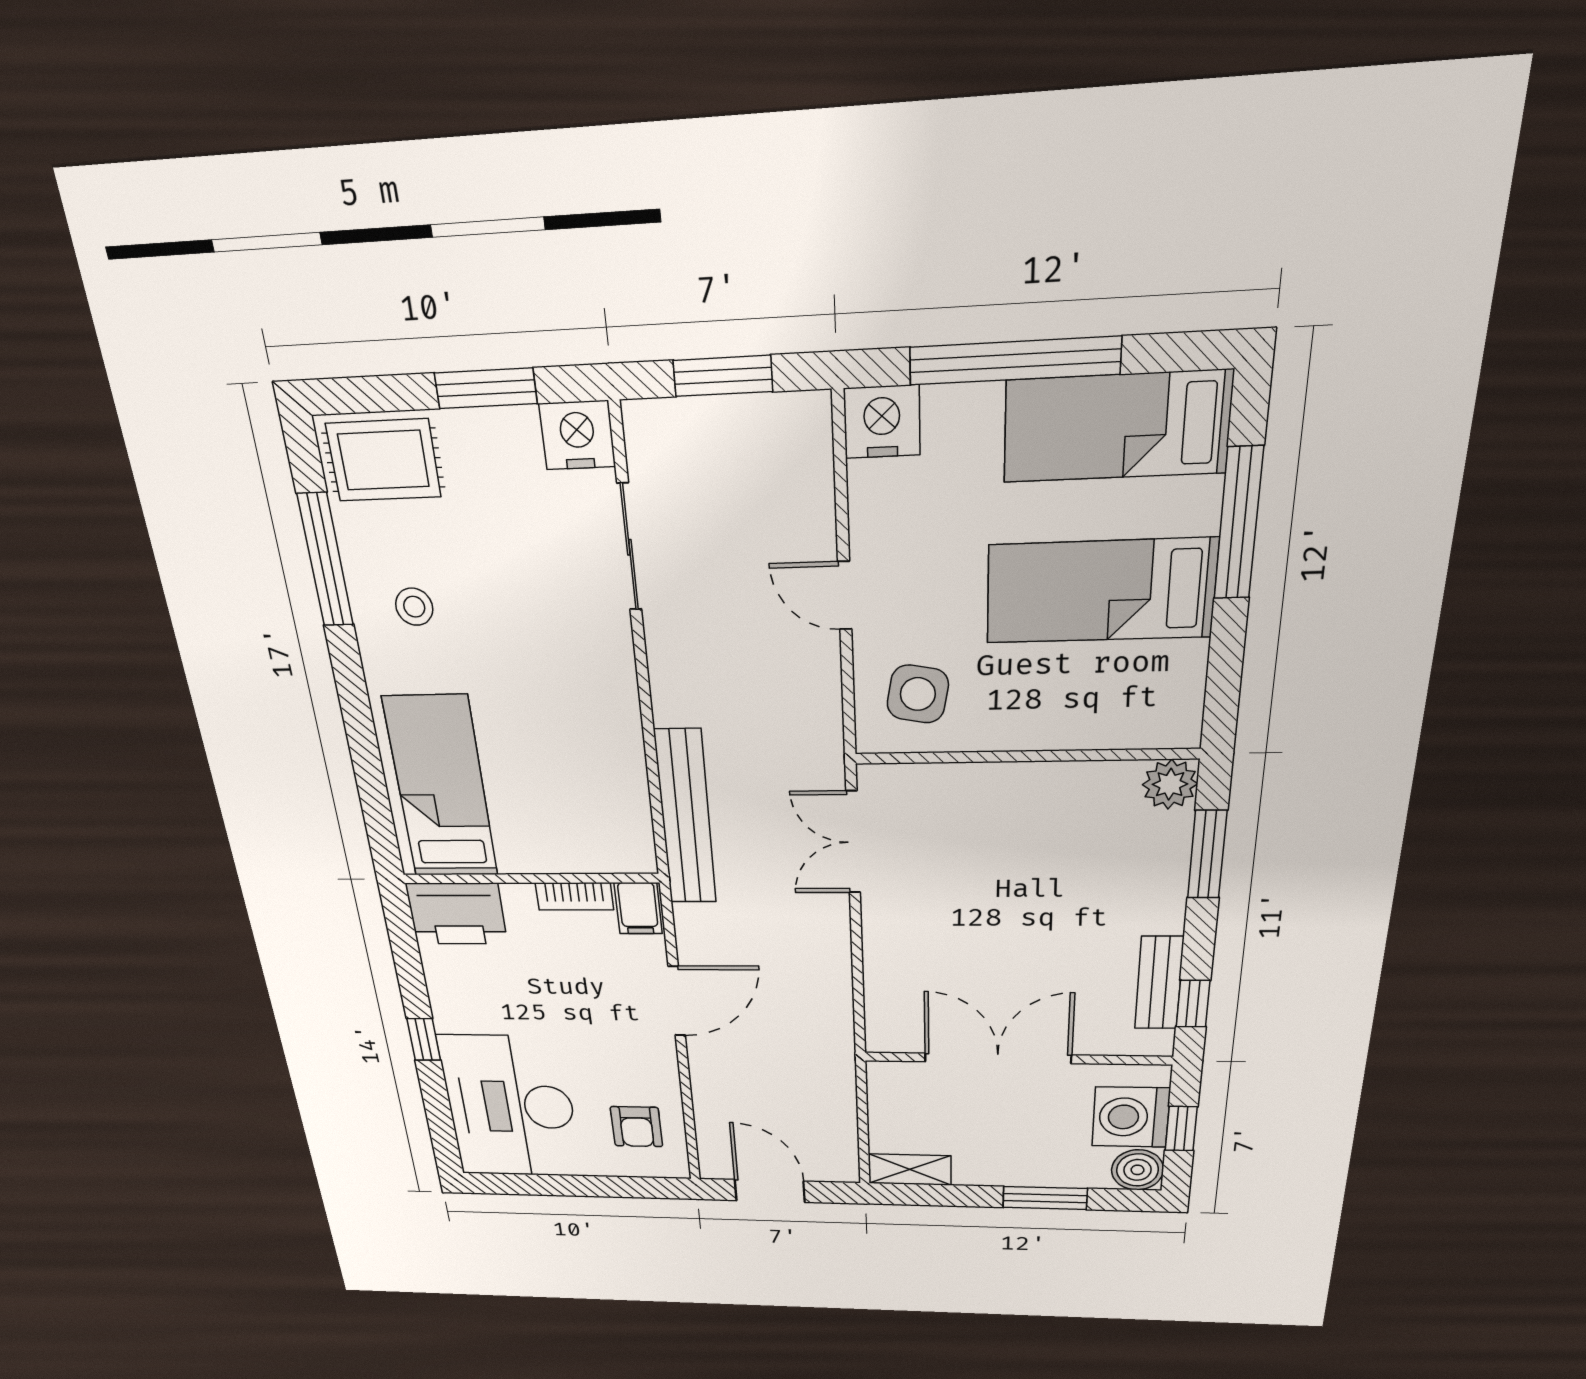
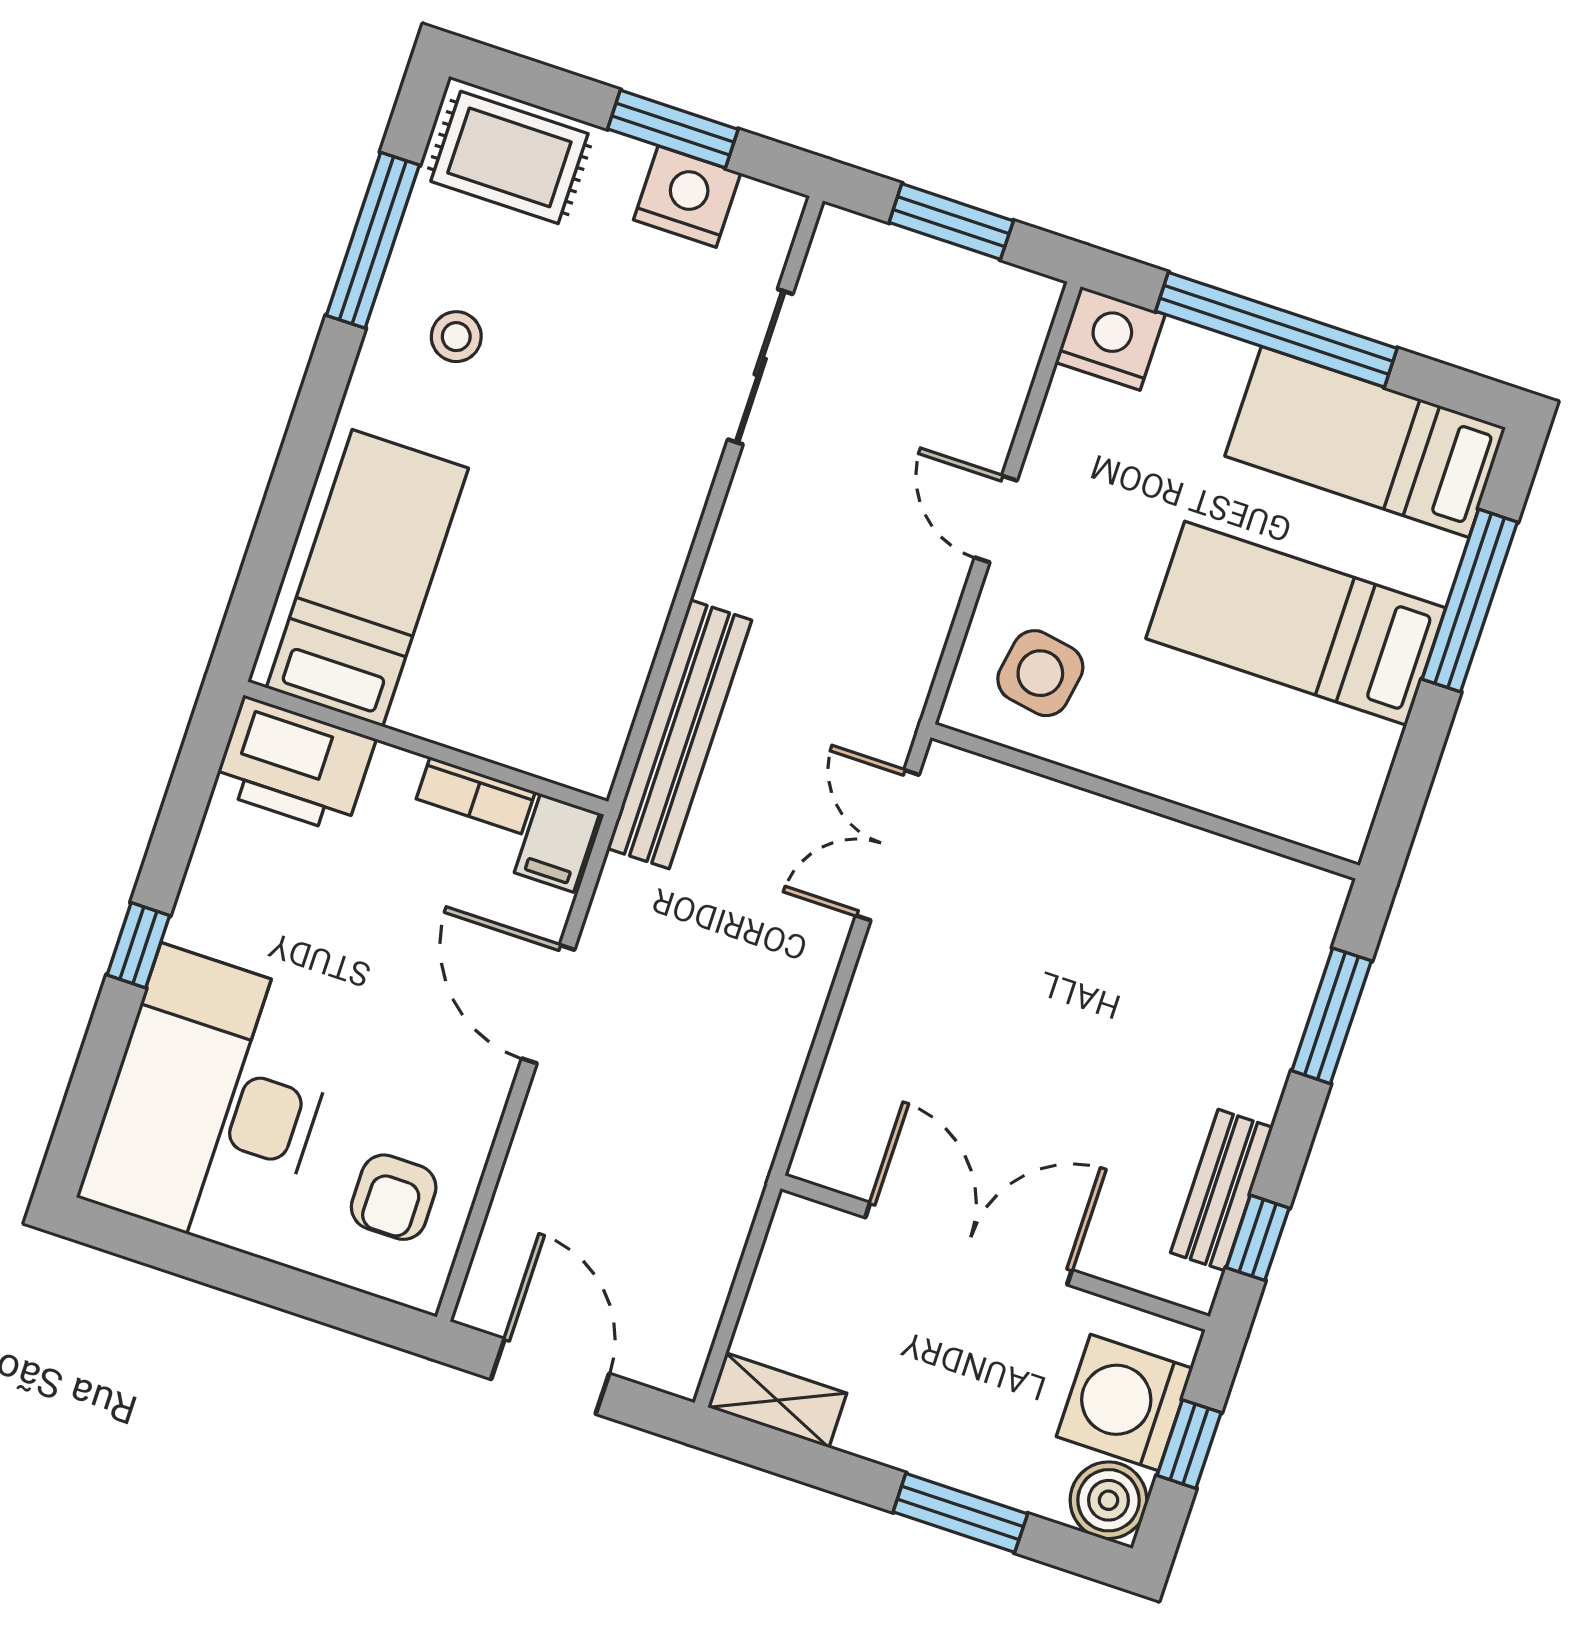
nightstand: (577, 435) -> (687, 196), moved
plant: (1170, 784) -> (1311, 901), removed
door: (677, 1001) -> (548, 1004), swing flipped

